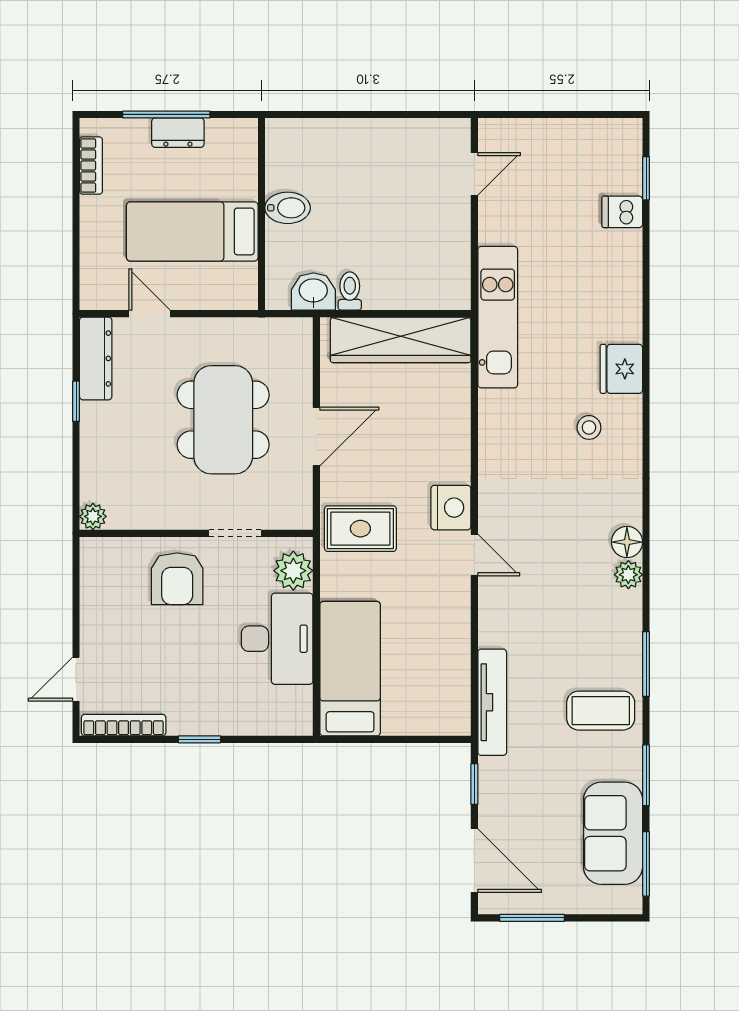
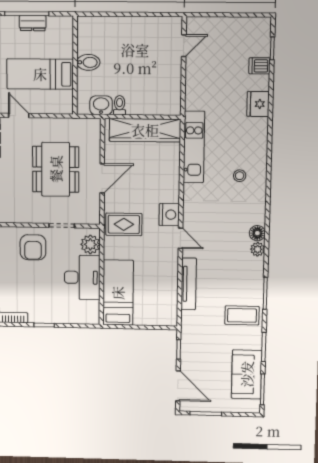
kitchen unit: (498, 317) -> (194, 147), moved
fridge: (621, 369) -> (258, 104), moved
tv unit: (492, 702) -> (189, 284), moved

